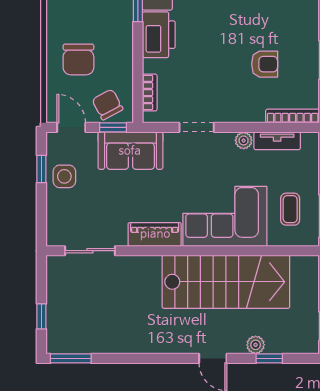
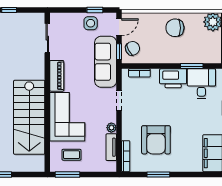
chair: (78, 59) -> (175, 28), moved
armchair: (265, 64) -> (156, 140), width x1.88, depth x1.88
sofa: (130, 151) -> (106, 62), width x1.36

